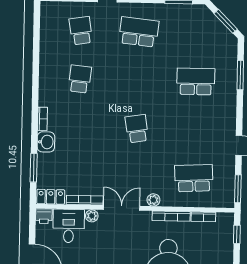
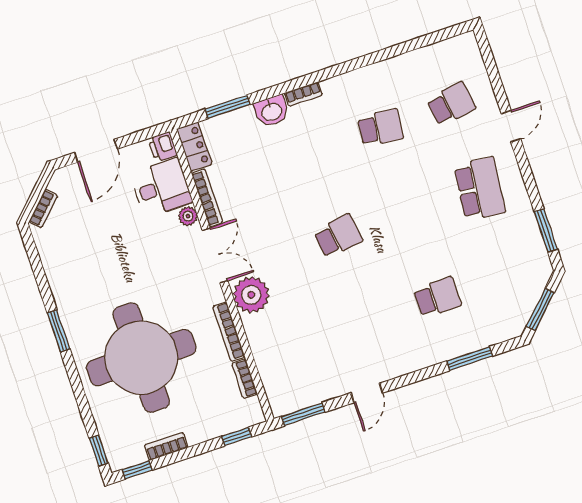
school desk: (196, 81) -> (437, 297), width x0.54
school desk: (194, 178) -> (296, 345), removed
plant: (153, 200) -> (251, 295), width x1.87, depth x1.87

